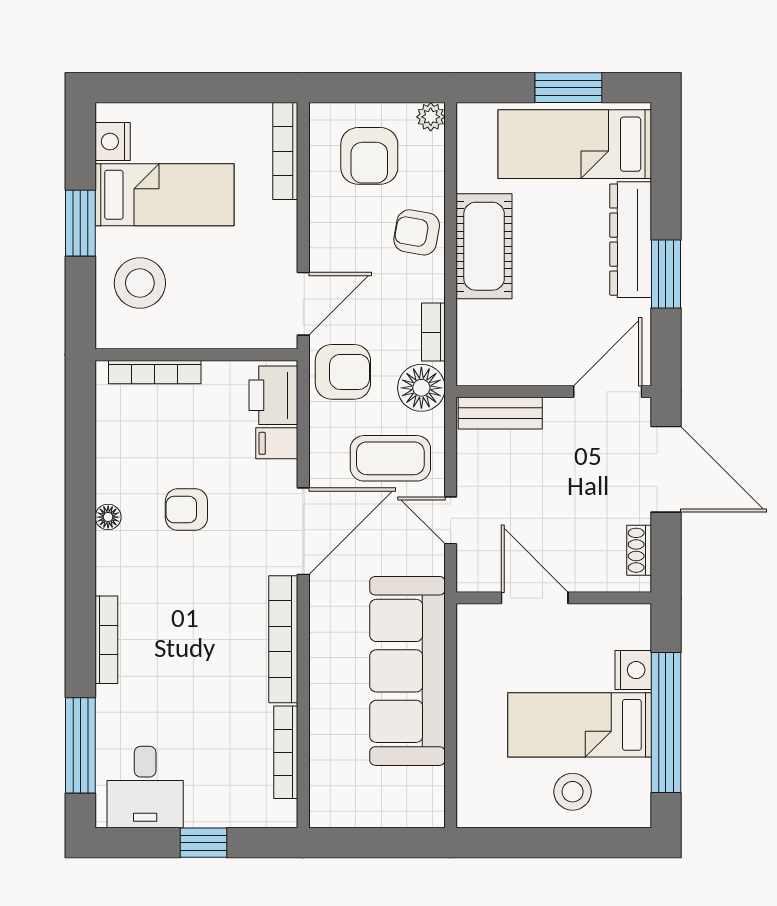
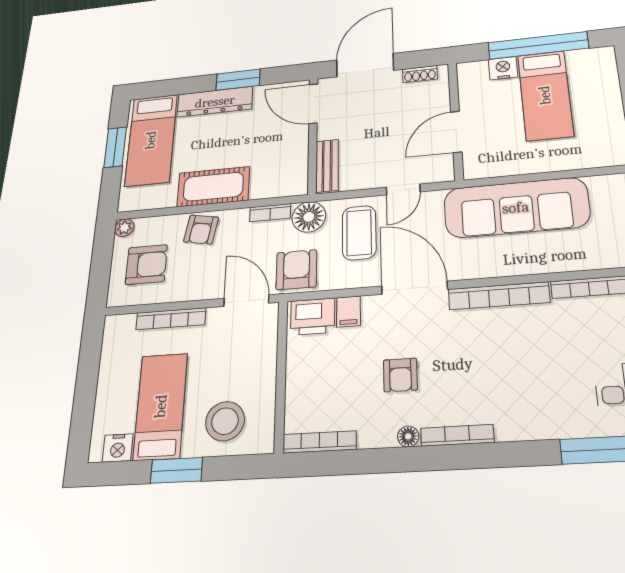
bookcase: (285, 151) -> (171, 319), moved
bookcase: (155, 372) -> (319, 442), moved, turned -90
bookcase: (106, 640) -> (457, 435), moved
stool: (573, 792) -> (595, 94), removed

